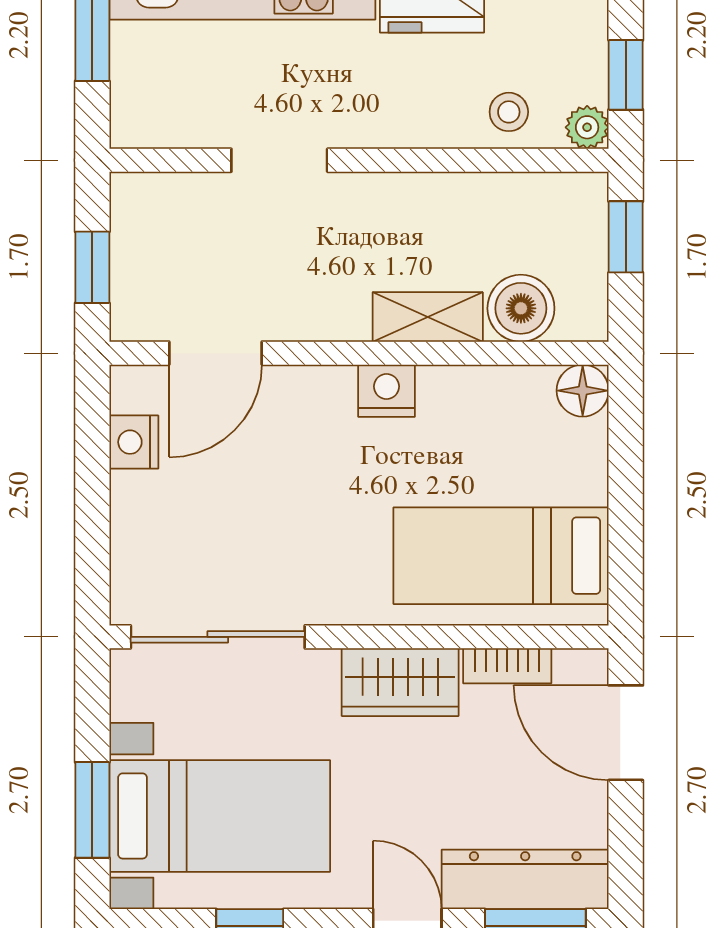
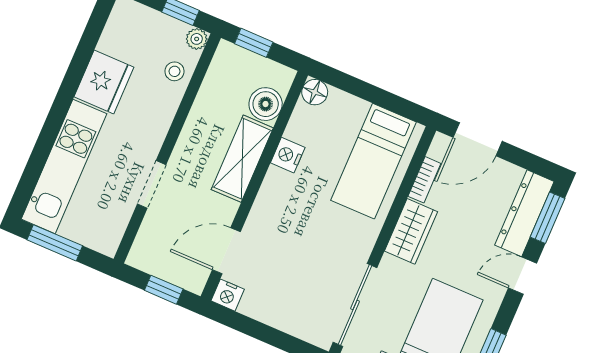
shelving: (428, 317) -> (242, 159), width x1.50, depth x1.33
door: (215, 353) -> (226, 251), swing flipped
nightstand: (386, 391) -> (288, 155), moved
nightstand: (134, 442) -> (228, 295), moved

